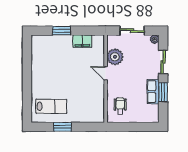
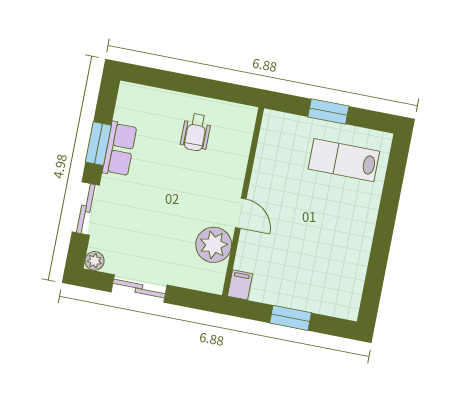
filing cabinet: (82, 41) -> (240, 285), width x0.50
plant: (115, 57) -> (214, 245), moved
door: (106, 73) -> (241, 213), moved
wall: (106, 79) -> (243, 202), moved

